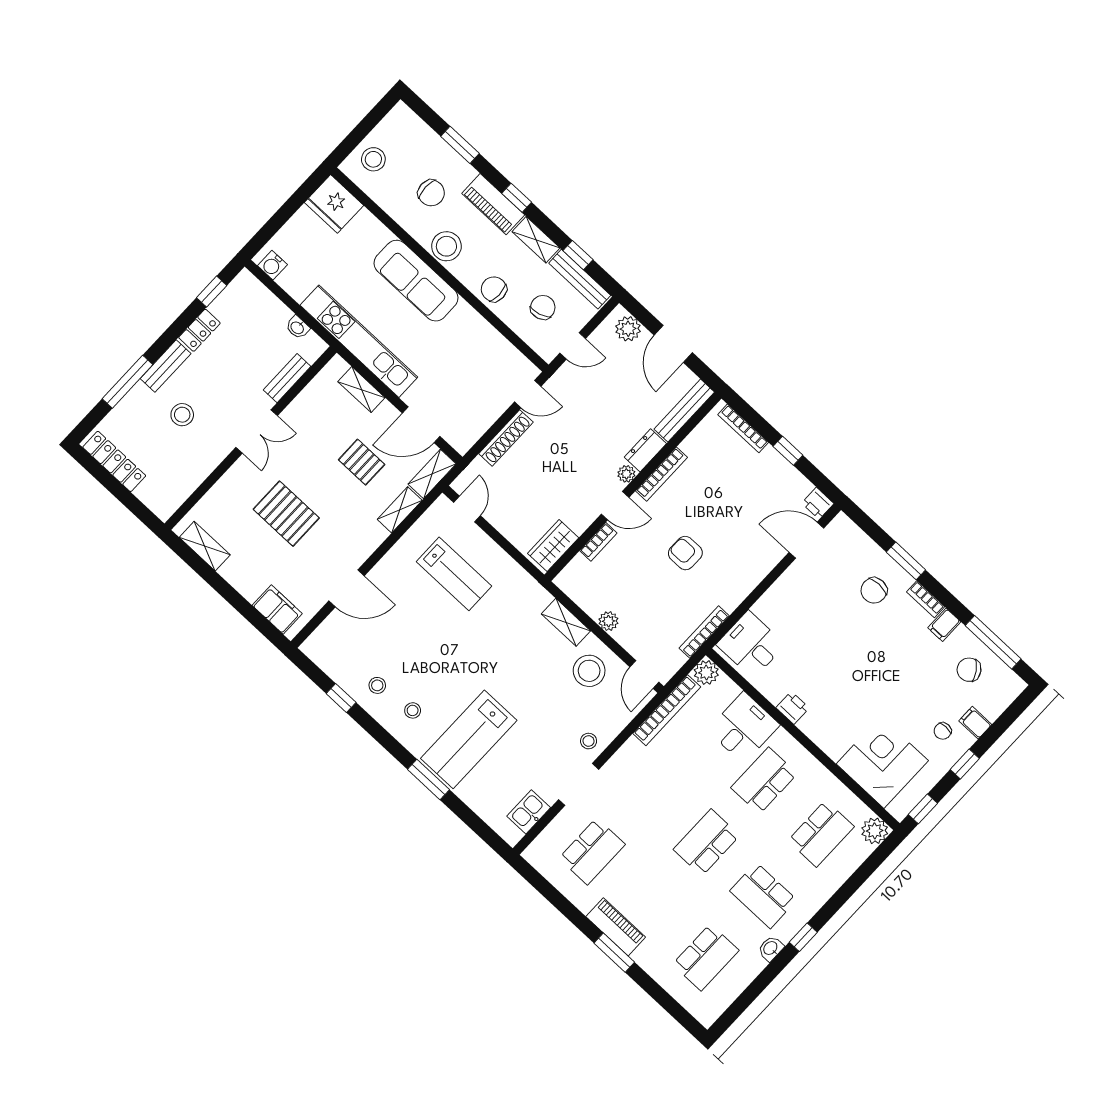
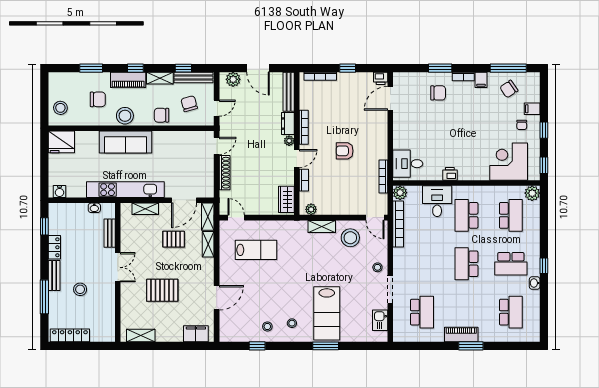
chair: (874, 590) -> (438, 93), turned -90
plant: (608, 621) -> (311, 209), moved

